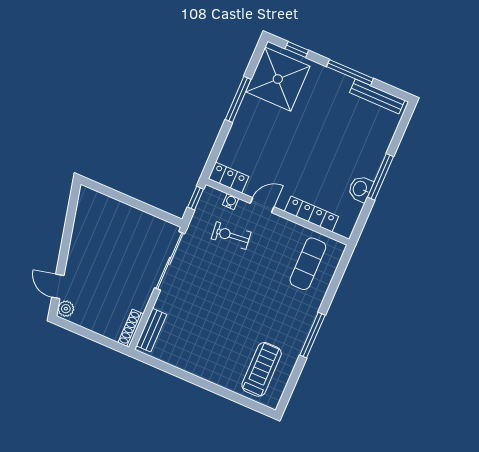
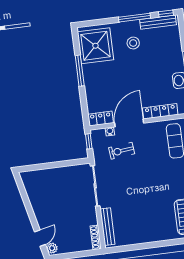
window: (297, 50) -> (166, 14), moved
stool: (329, 105) -> (133, 43), added
door: (262, 205) -> (129, 123), width x1.87
door: (58, 286) -> (40, 238), swing flipped
bench: (151, 330) -> (107, 227), width x1.36

